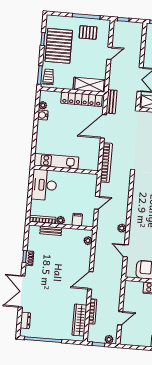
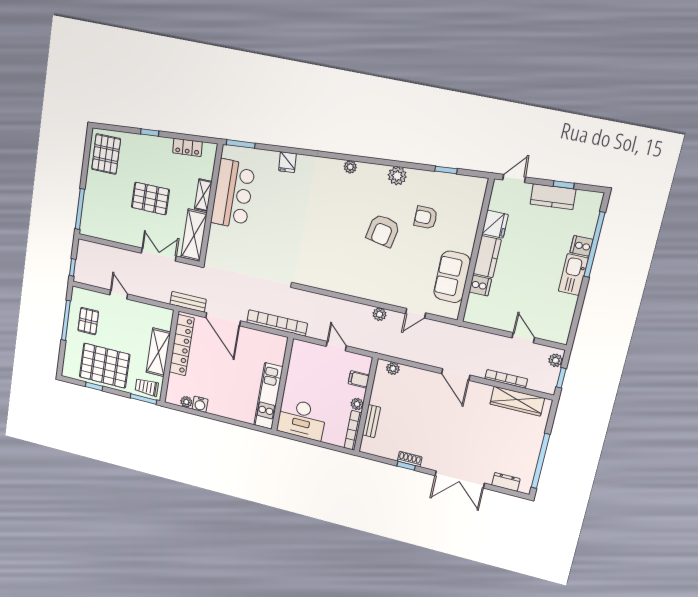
shelving: (89, 85) -> (158, 352), moved

